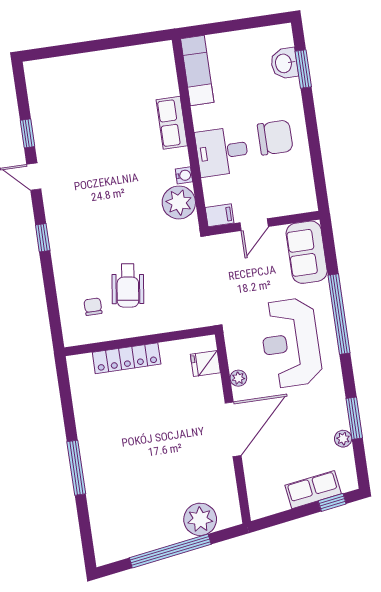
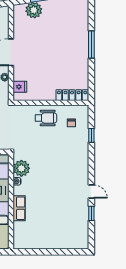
window: (43, 238) -> (91, 135), moved
wheelchair: (128, 286) -> (46, 118), moved, turned 82
locker: (127, 358) -> (72, 95), moved

